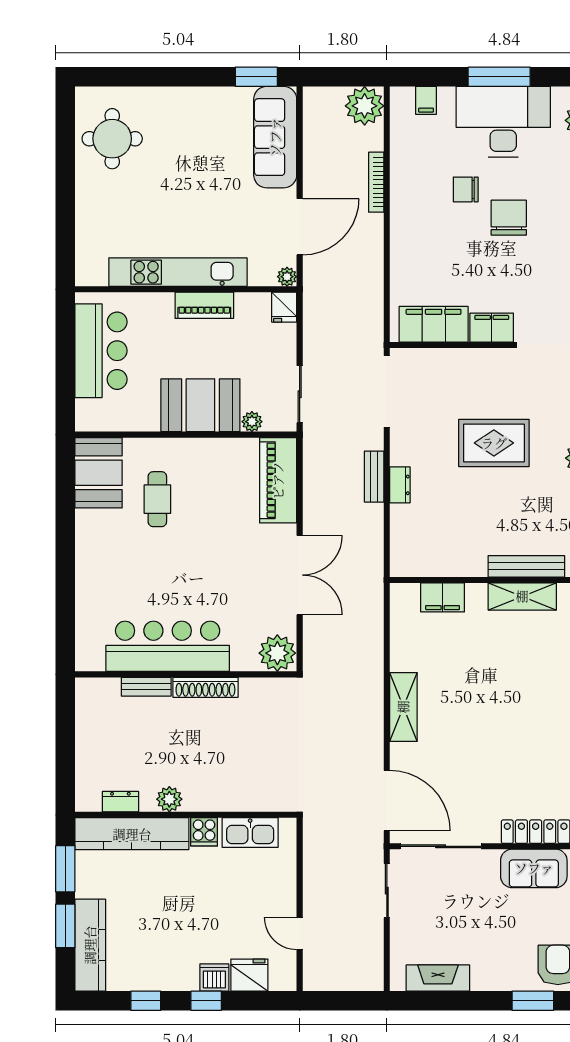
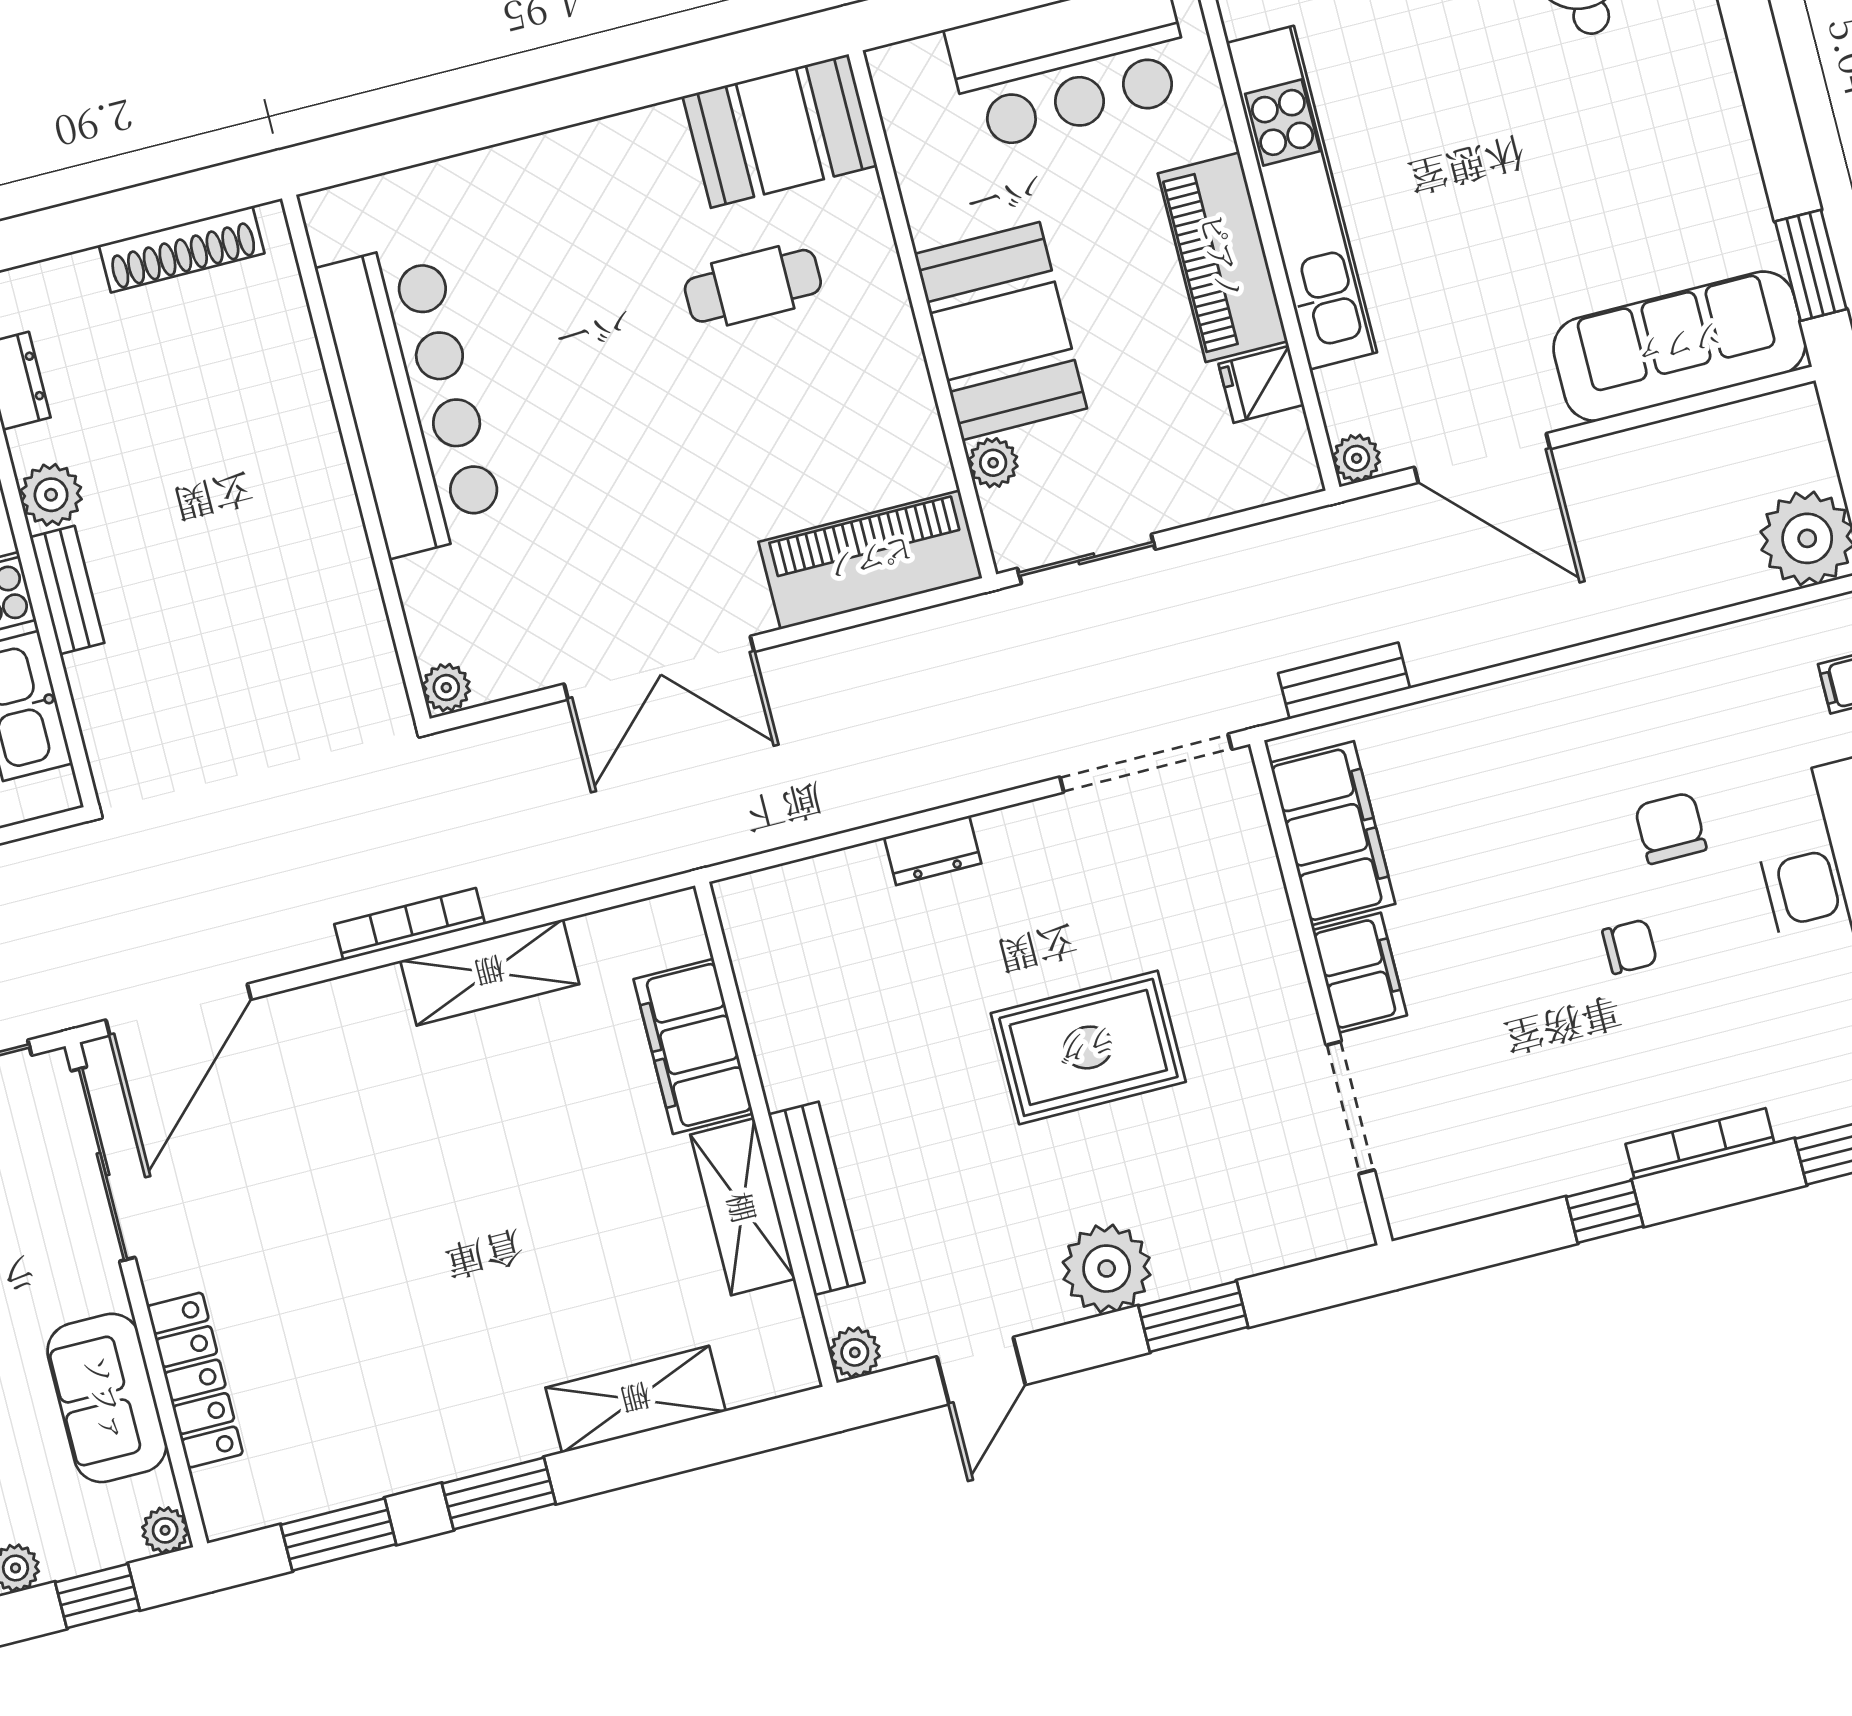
bookcase: (376, 182) -> (410, 924), moved
chair: (509, 218) -> (1630, 947), width x0.54, depth x0.54
piano: (204, 305) -> (1223, 257), width x1.37, depth x1.33
fridge: (284, 307) -> (1261, 384), moved
rug: (494, 443) -> (1088, 1047), turned 90
bench: (374, 477) -> (1344, 681), moved
filing cabinet: (443, 597) -> (693, 1046), width x1.50, depth x1.17
plant: (277, 653) -> (446, 688), width x0.53, depth x0.53
bench: (146, 687) -> (67, 590), moved
shoe rack: (205, 687) -> (182, 249), moved, turned -90
shelving: (403, 707) -> (490, 972), moved

